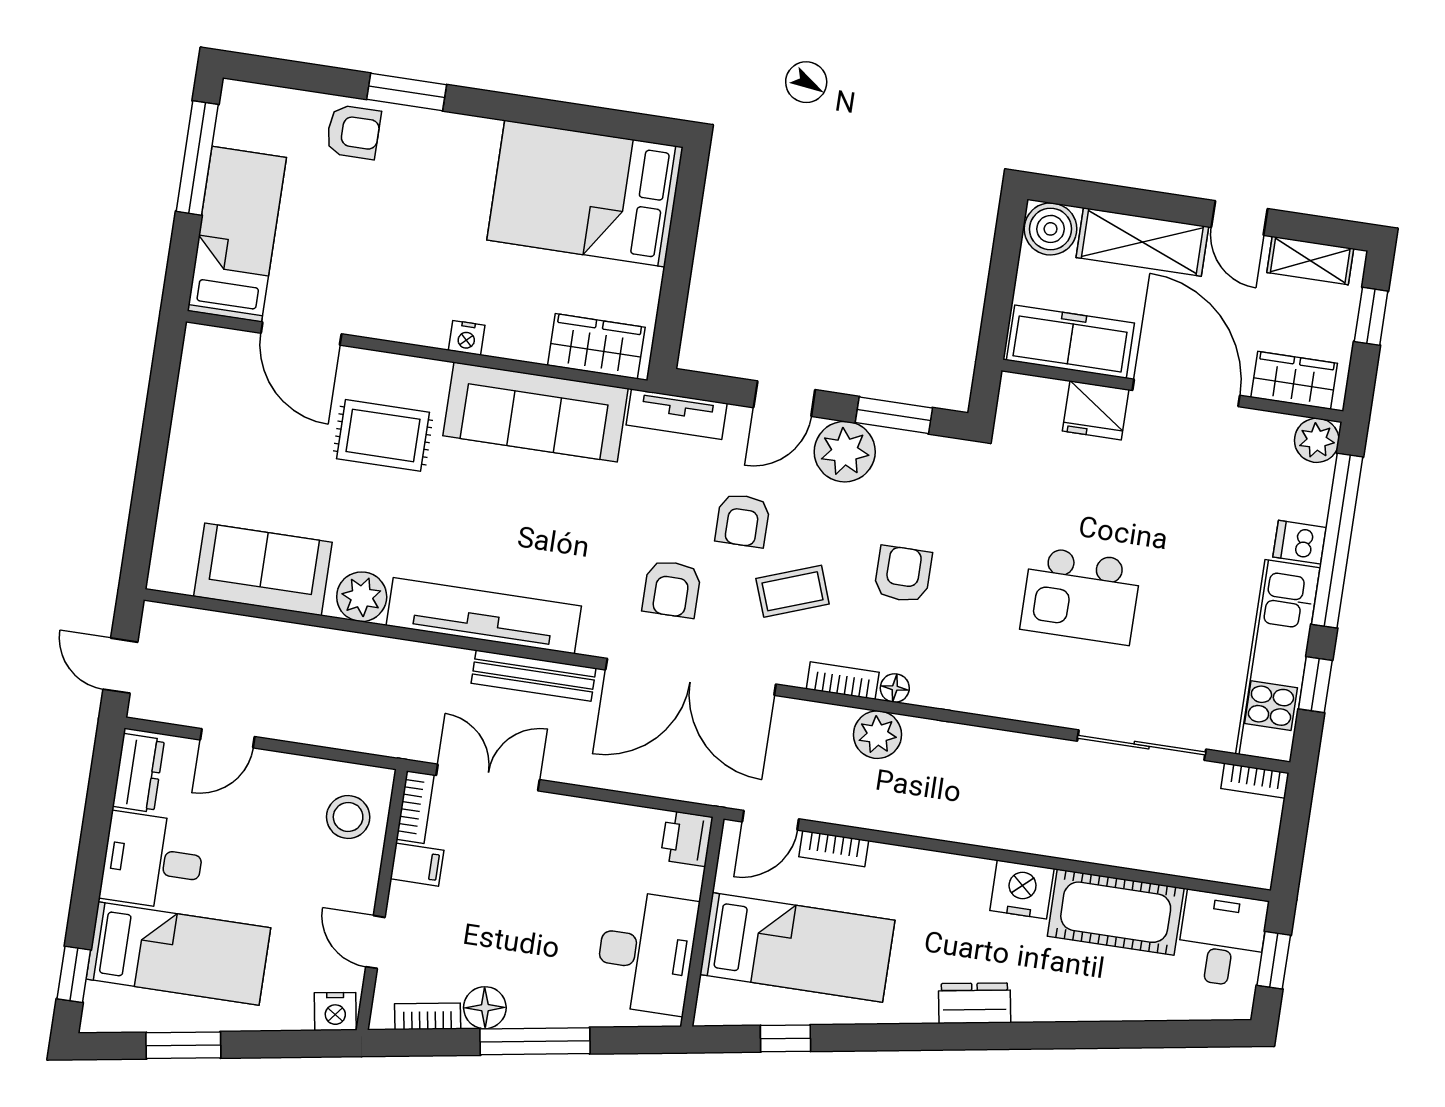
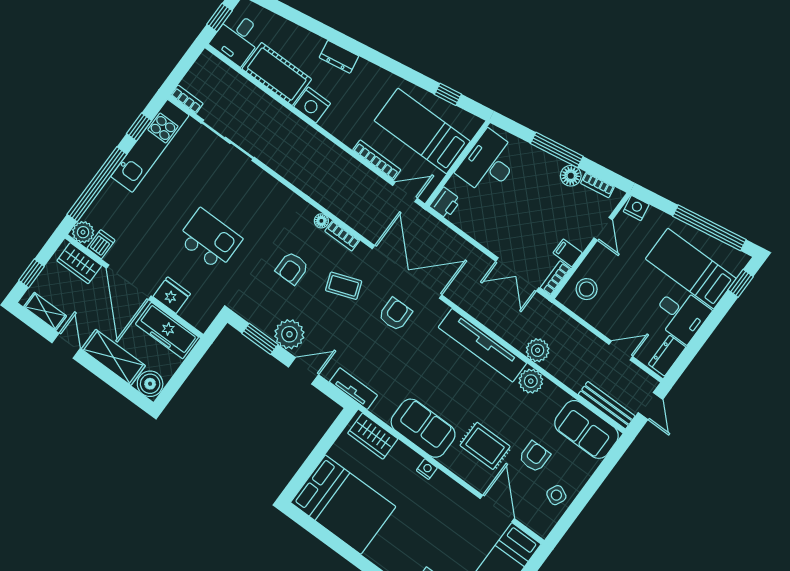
sofa: (536, 412) -> (423, 428), width x0.73
side table: (207, 414) -> (556, 495), added
armchair: (743, 520) -> (534, 457), moved
dishwasher: (1299, 542) -> (101, 244), moved, turned -90
sofa: (263, 569) -> (586, 429), moved
kitchen island: (1081, 596) -> (210, 239), moved
bench: (534, 676) -> (607, 405), moved
plant: (877, 735) -> (538, 350), moved
bookcase: (834, 849) -> (377, 160), width x1.56
dresser: (975, 1003) -> (339, 57), moved
window: (183, 1045) -> (709, 228), width x2.11

